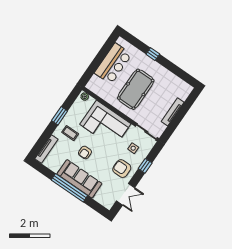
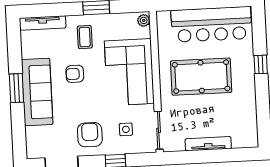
bar counter: (113, 64) -> (211, 24), width x1.36
window: (69, 188) -> (16, 88), width x0.47

